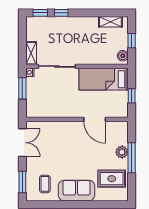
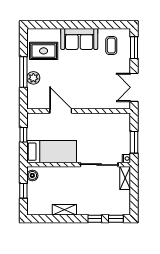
shelving: (110, 22) -> (64, 210), moved

